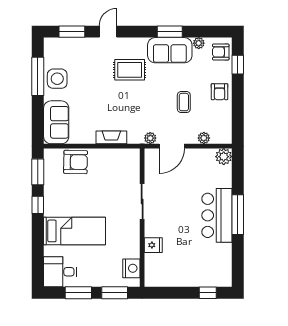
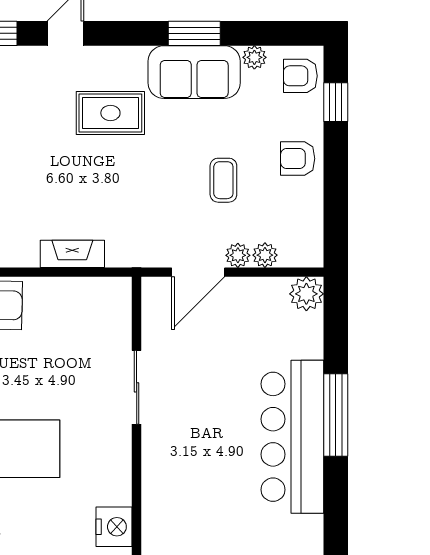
armchair: (219, 92) -> (298, 159), turned 90
plant: (150, 138) -> (238, 255), moved
bar counter: (217, 215) -> (292, 437), width x1.36
fridge: (153, 245) -> (160, 478), removed

